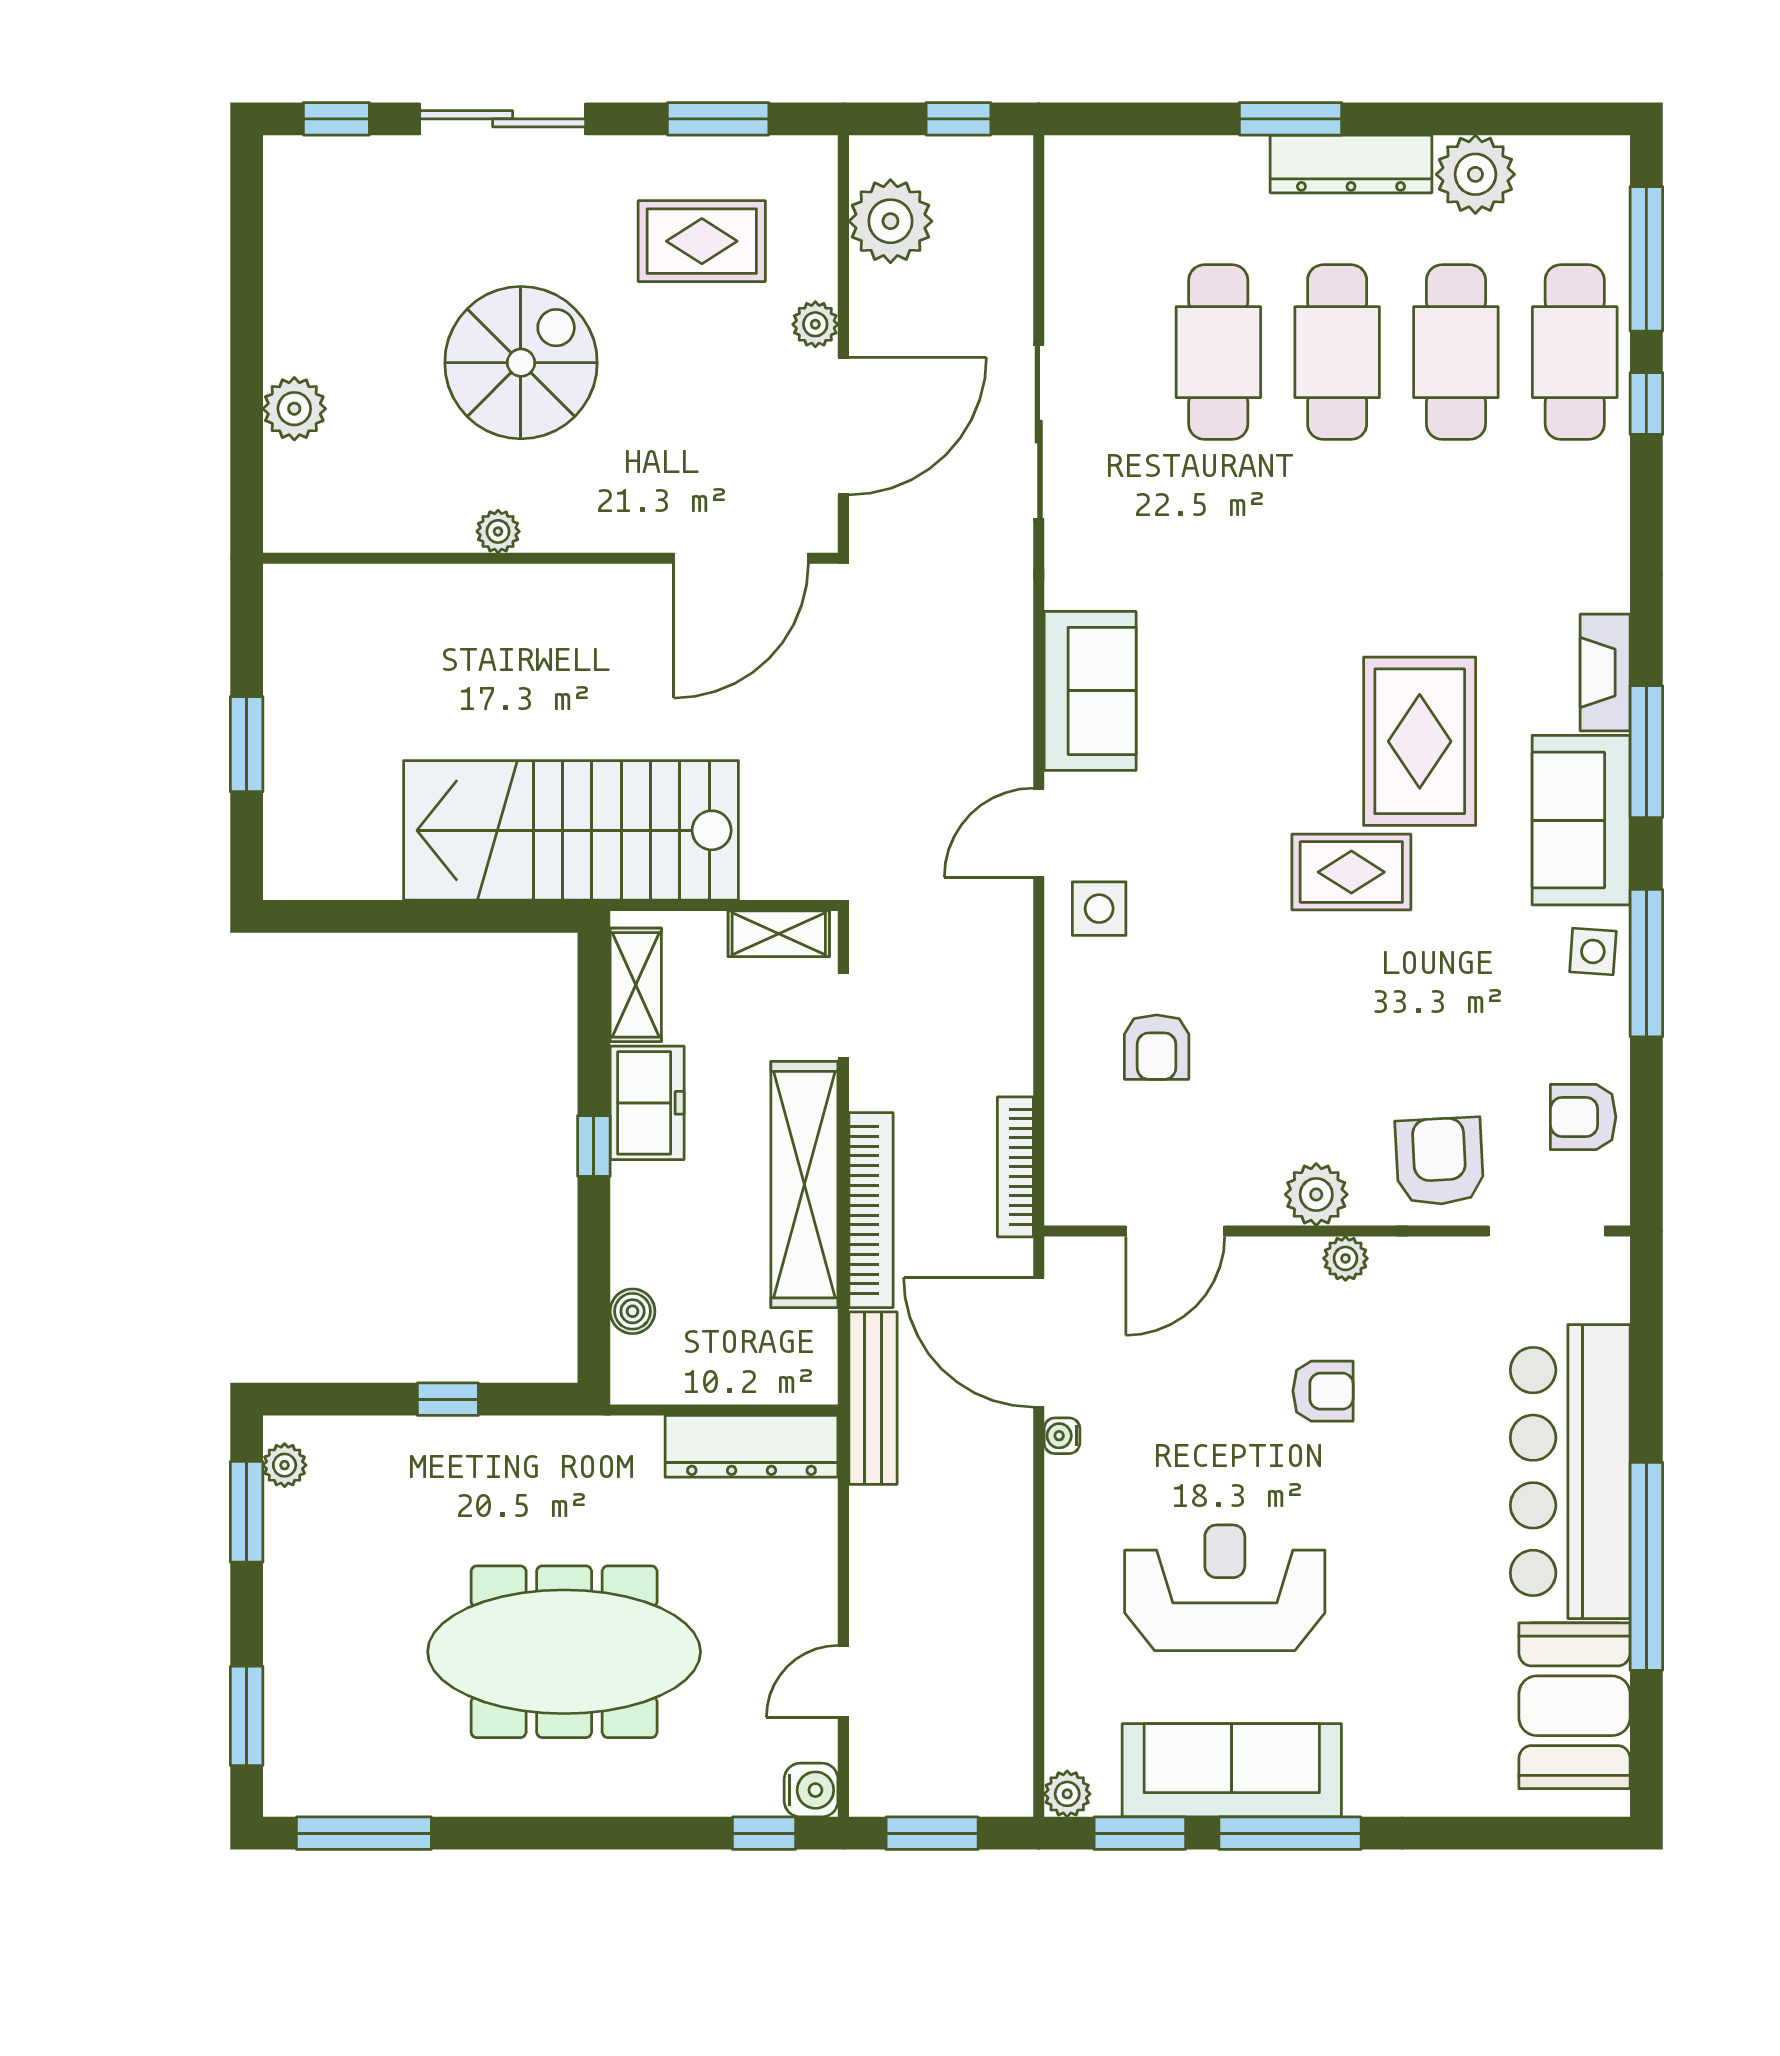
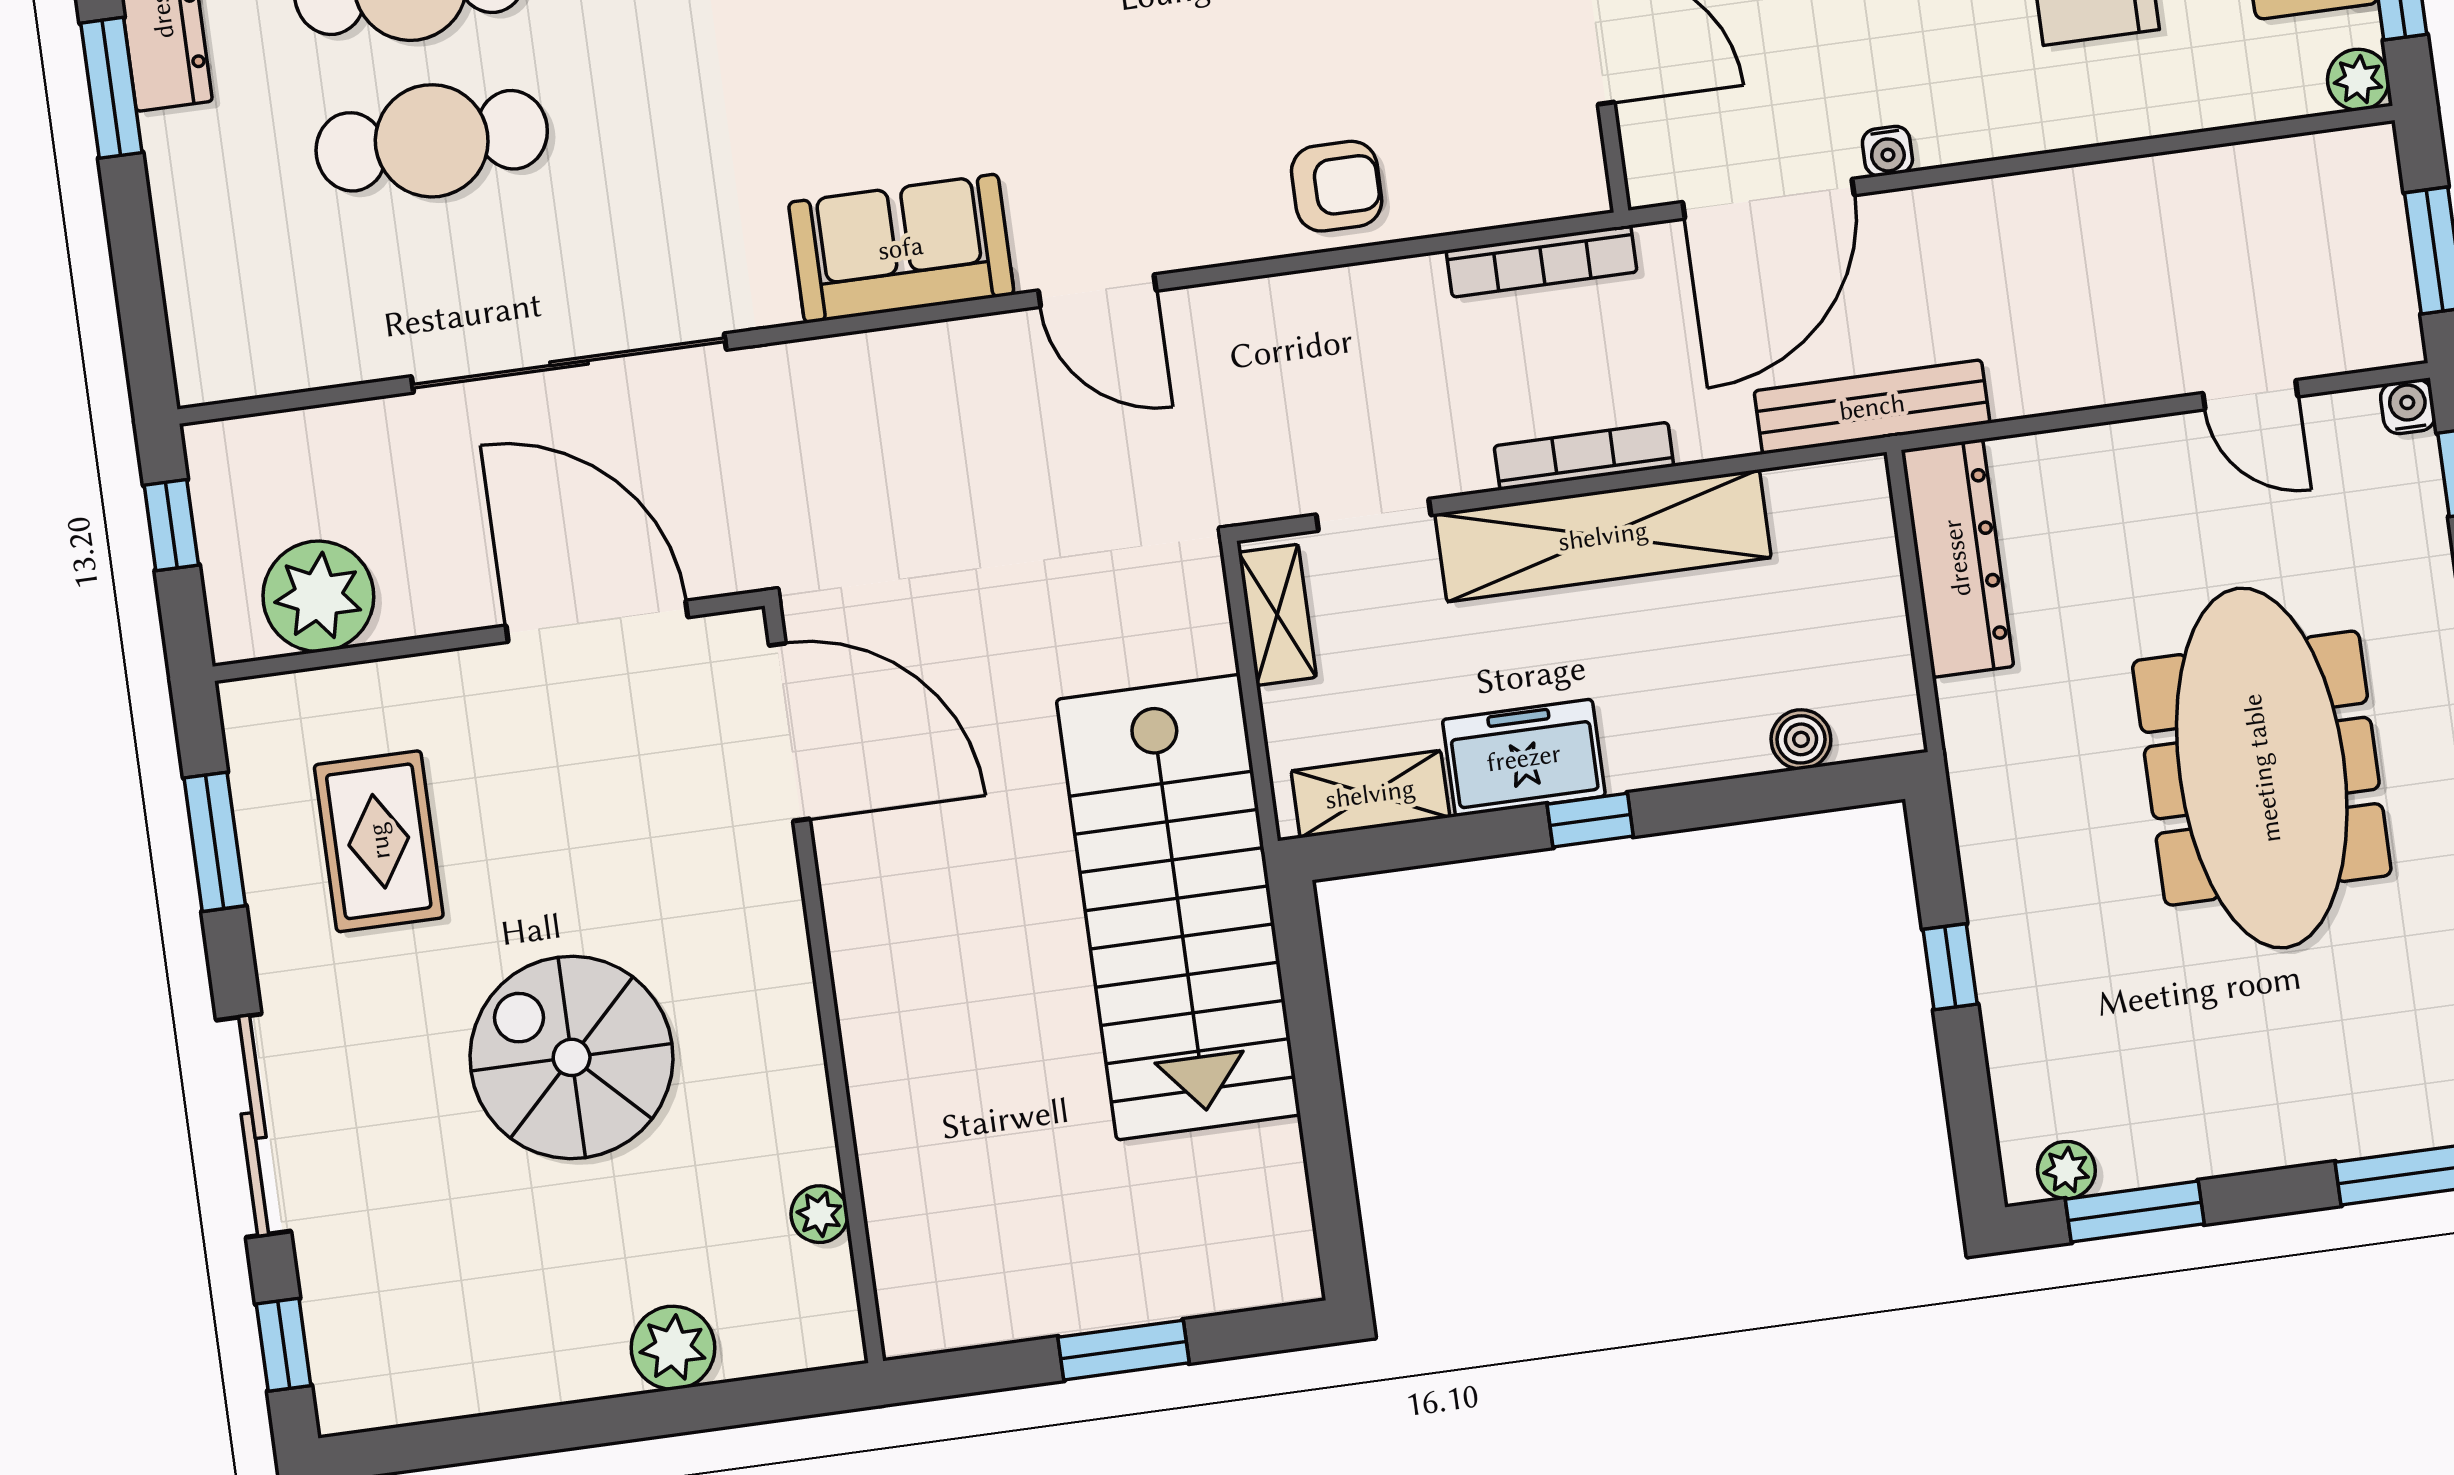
plant: (815, 324) -> (468, 677), removed
sliding door: (1039, 432) -> (569, 363), width x1.36
plant: (498, 531) -> (819, 1214), moved
side table: (1099, 909) -> (1186, 197), removed
armchair: (1157, 1047) -> (1337, 186), moved
bookcase: (871, 1210) -> (1584, 456), width x0.68, depth x0.76
water cooler: (811, 1790) -> (2408, 407), width x0.72, depth x0.72

